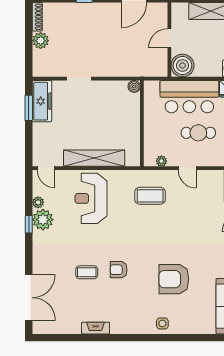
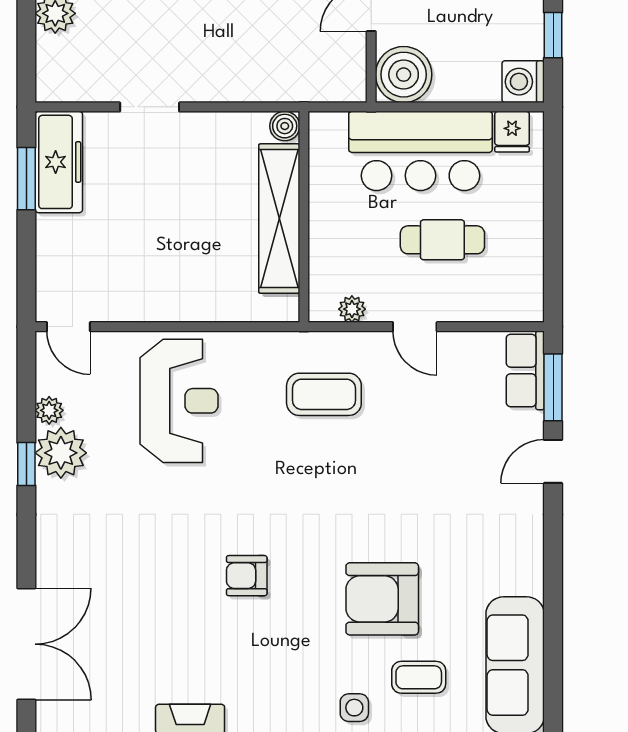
shelving: (94, 158) -> (279, 219), moved, turned 90
reception desk: (91, 198) -> (179, 401), turned 180
coffee table: (87, 272) -> (419, 677), moved

